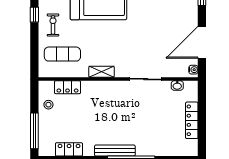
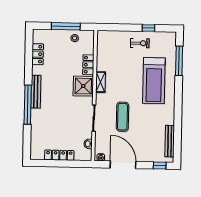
exercise mat: (62, 54) -> (123, 117), moved
locker: (67, 87) -> (88, 65), moved
shower: (107, 93) -> (83, 86), added
window: (34, 131) -> (66, 26), moved

